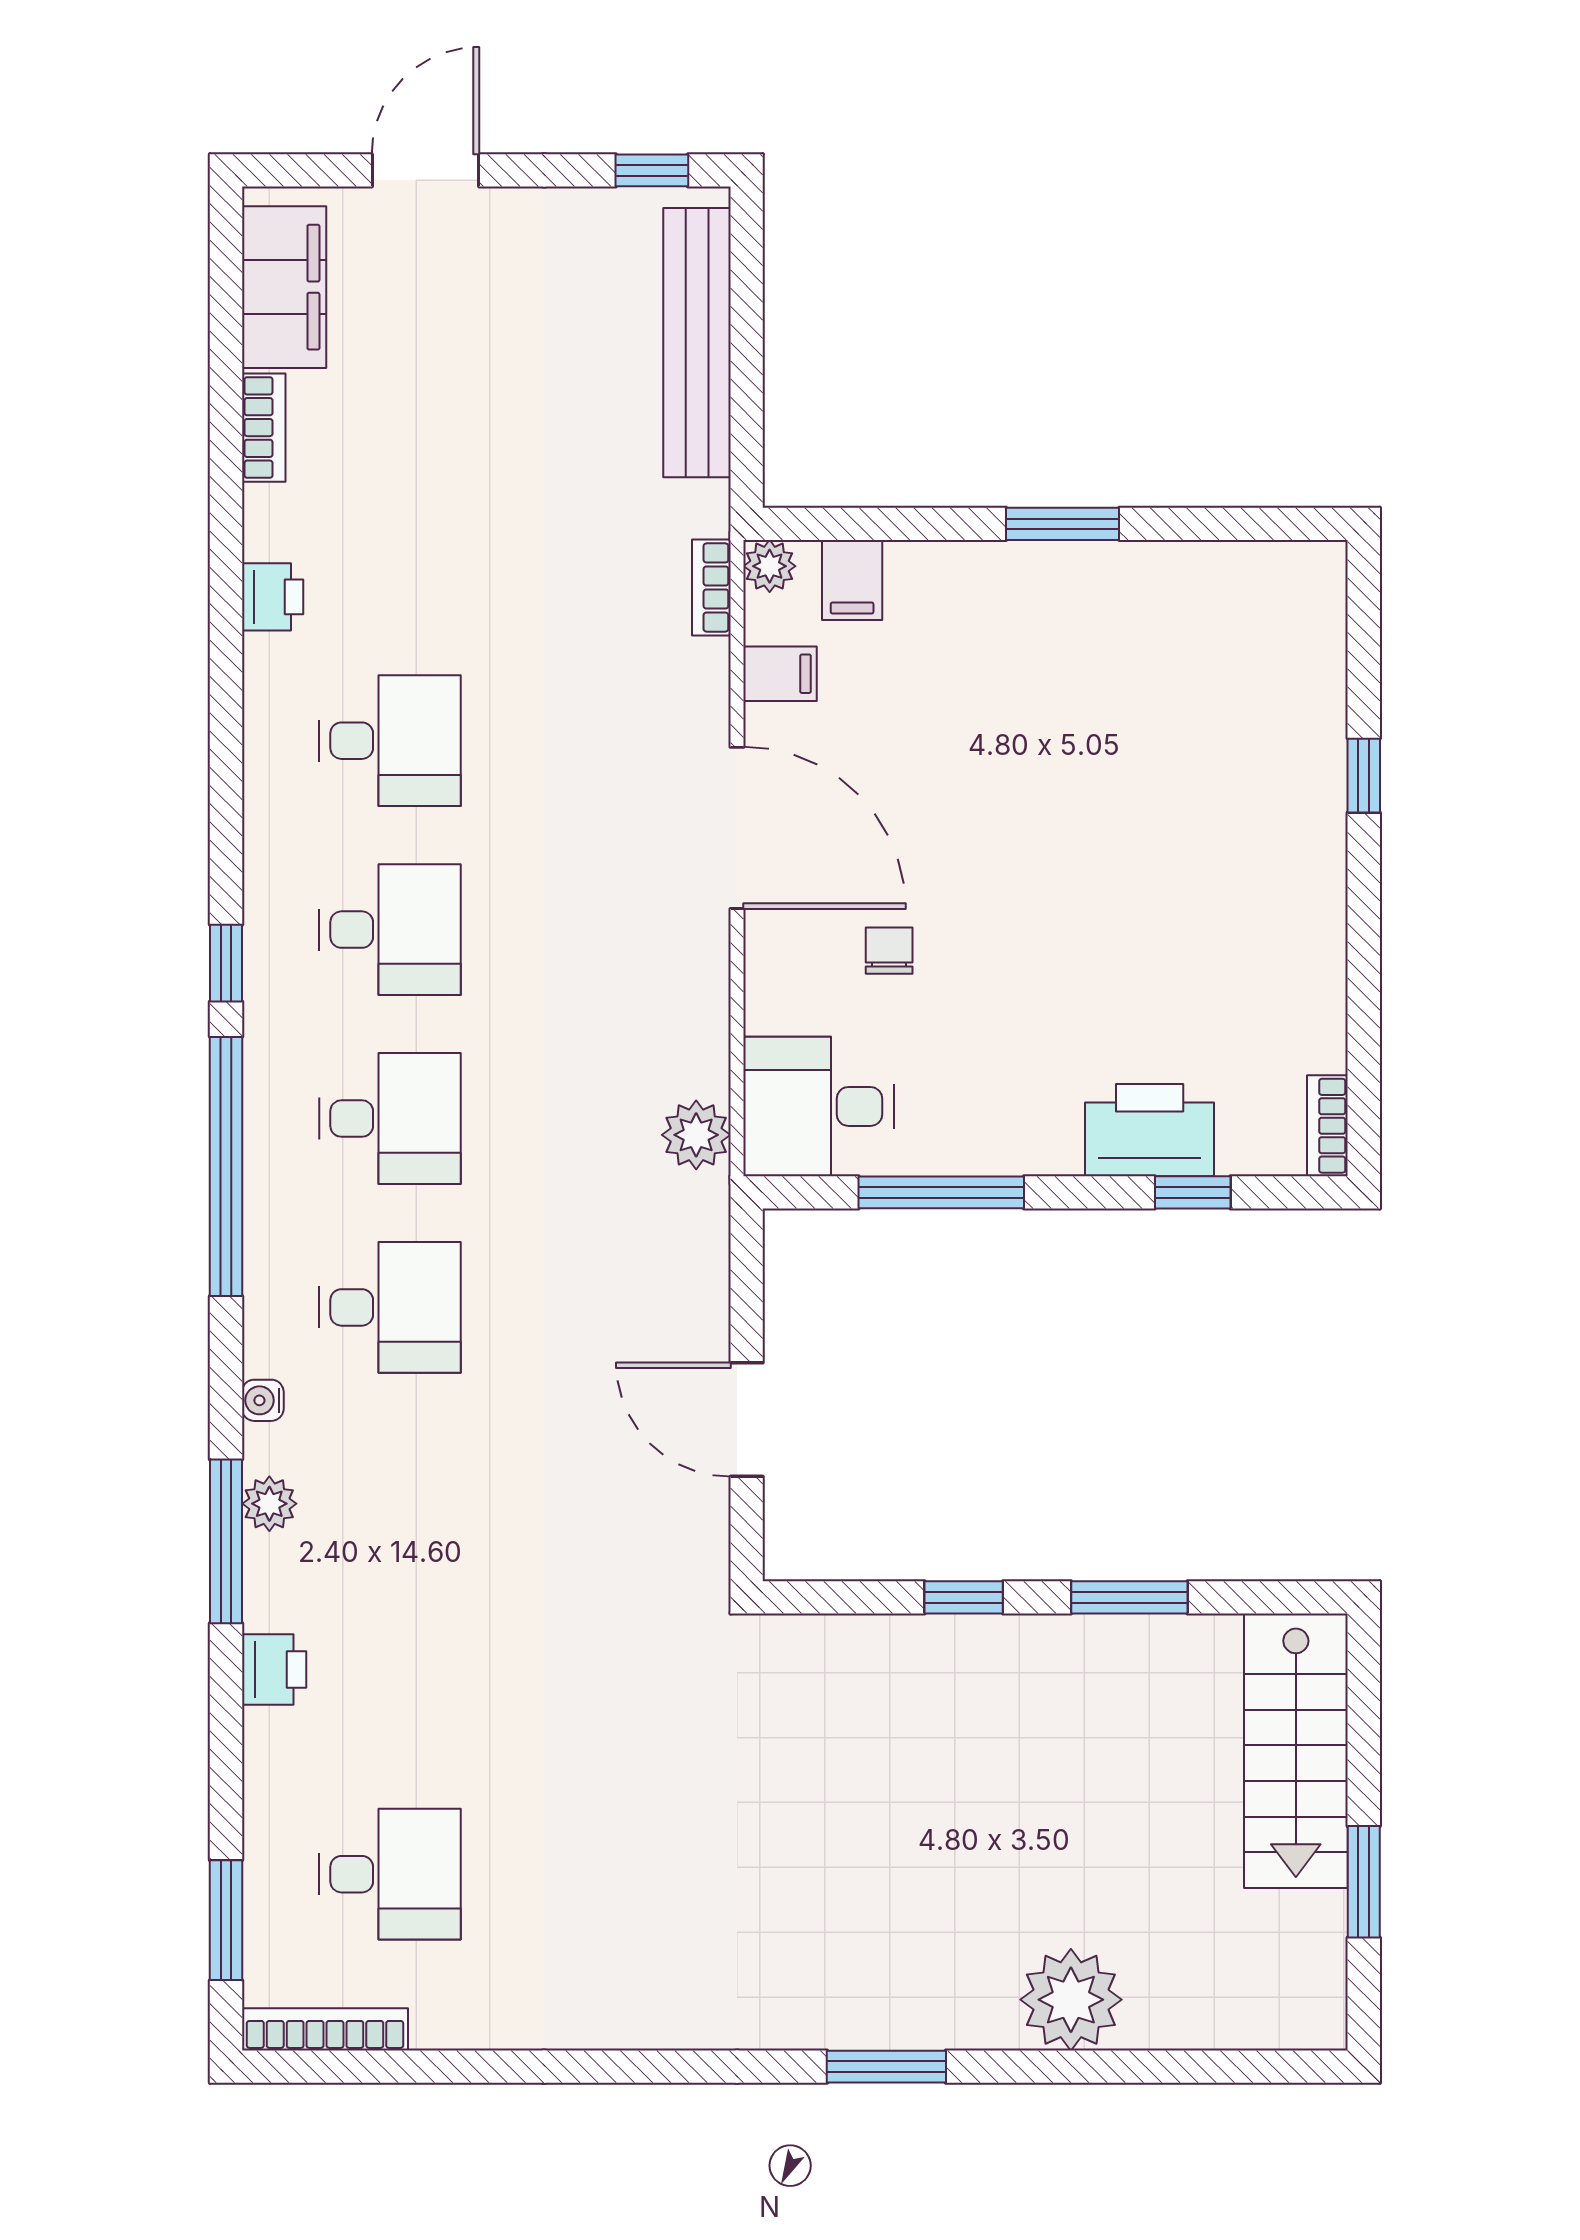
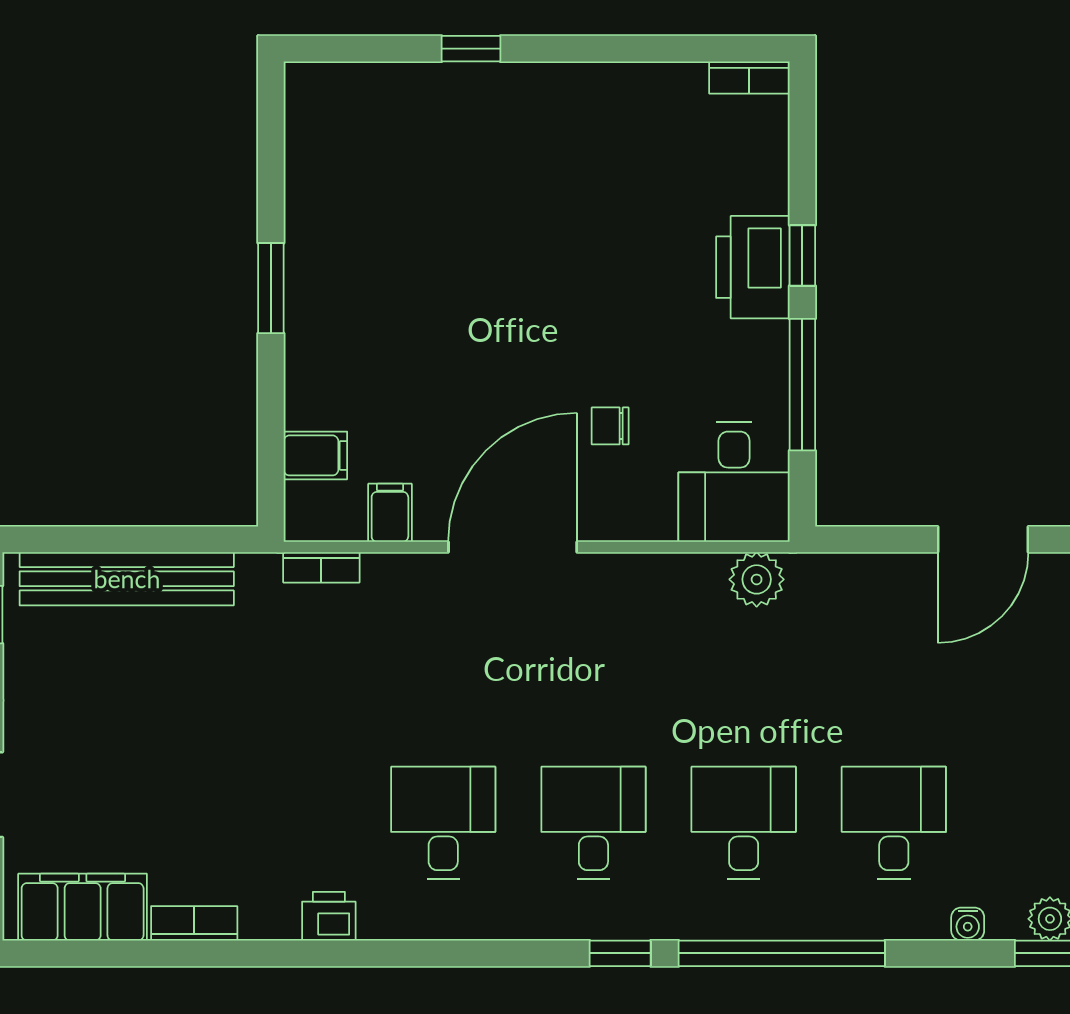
plant: (770, 566) -> (304, 521), removed
printer: (1150, 1130) -> (753, 267), moved
window: (1193, 1192) -> (802, 255), moved

